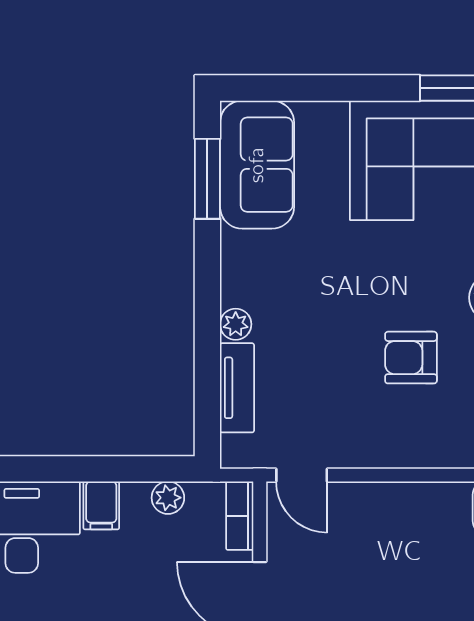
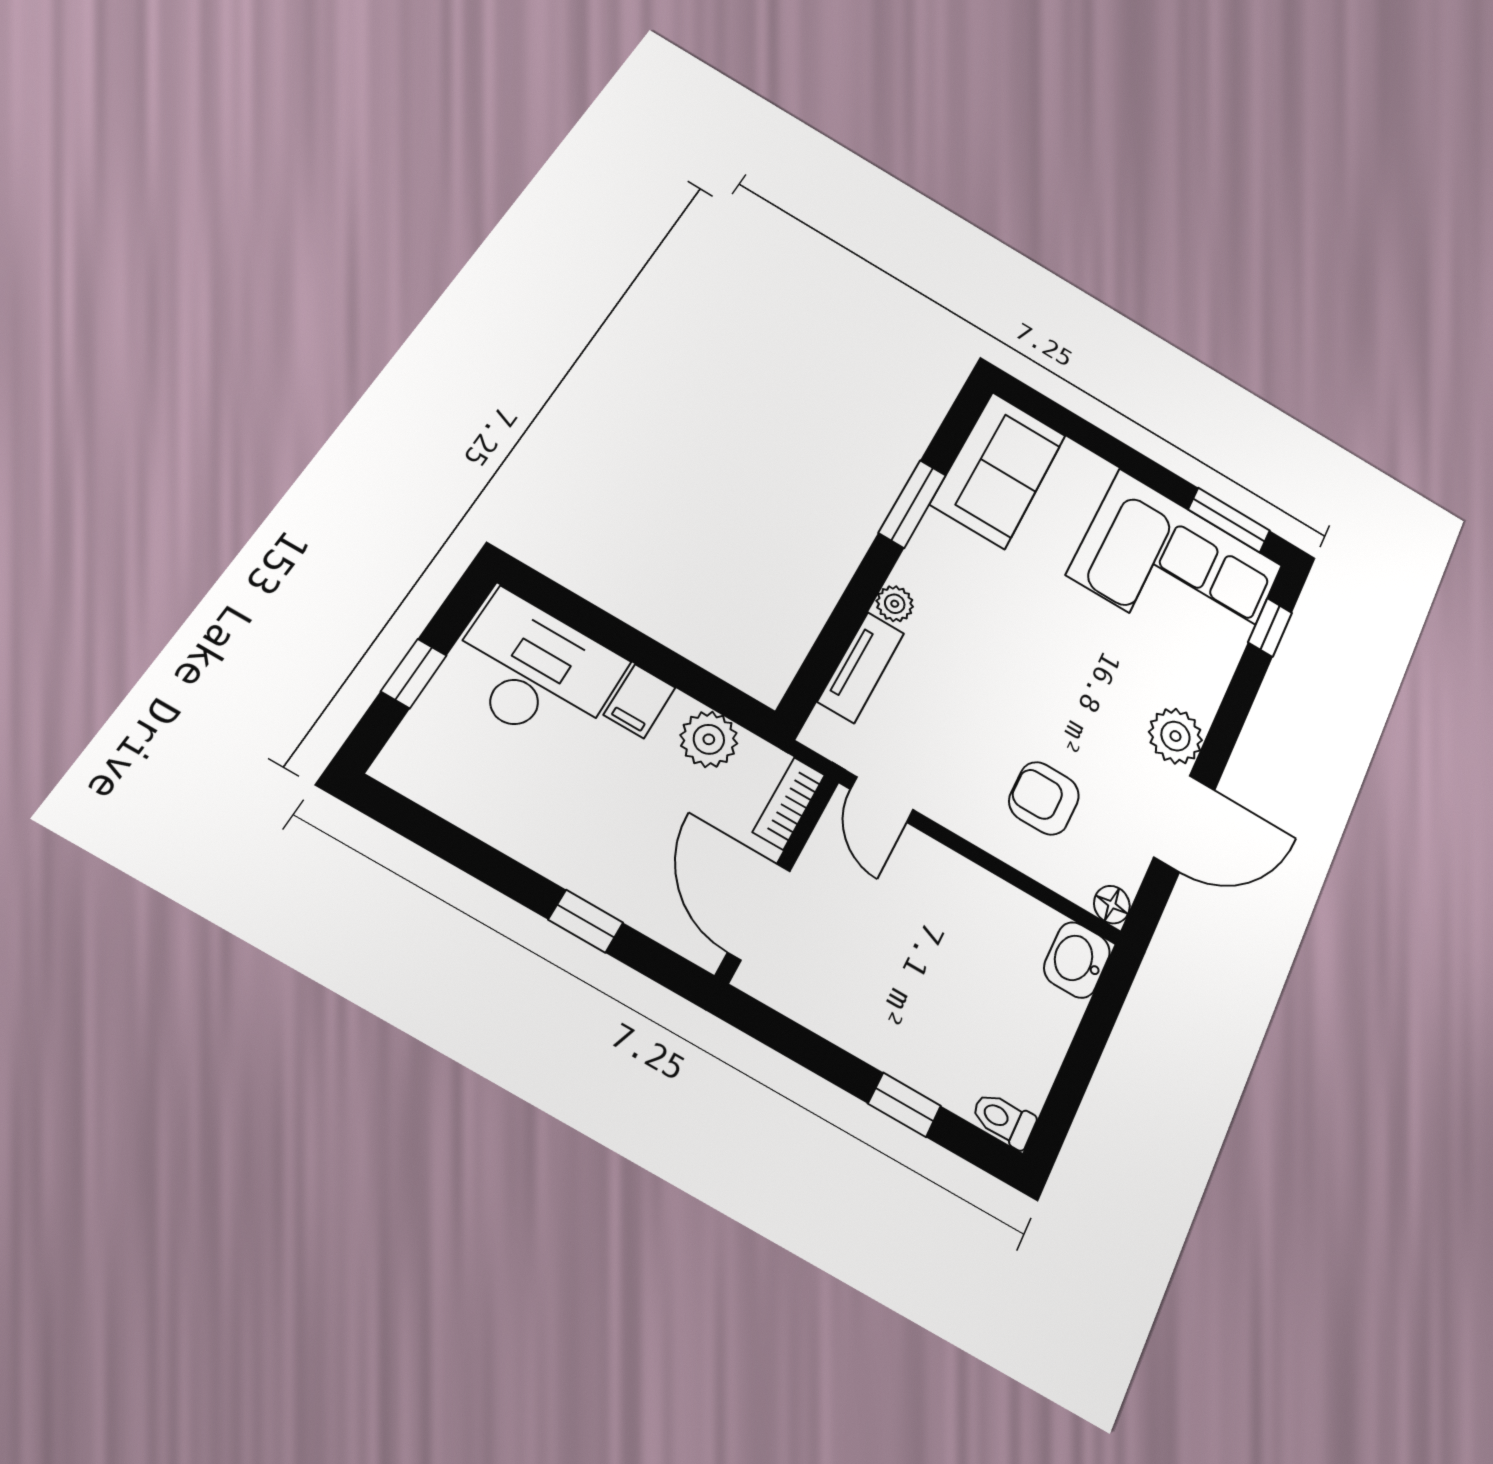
window: (207, 179) -> (912, 504), moved
armchair: (411, 358) -> (1044, 798), moved
plant: (168, 498) -> (709, 739), width x1.38, depth x1.38

